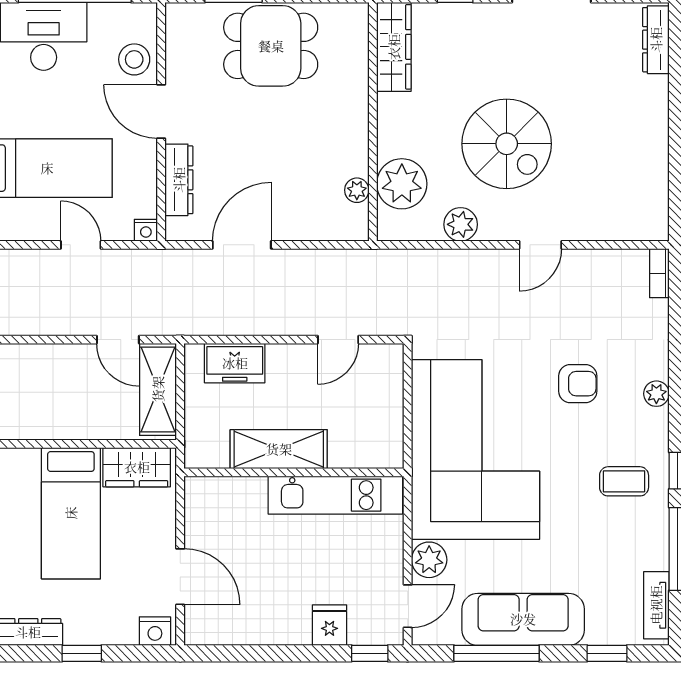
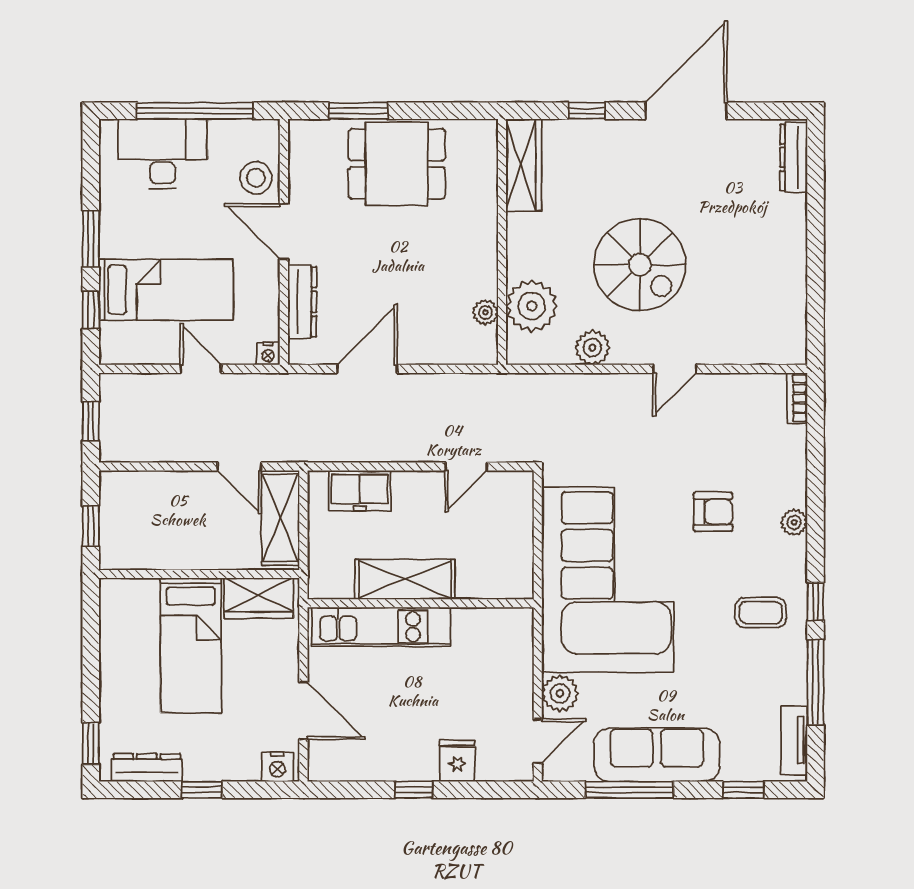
kitchen unit: (335, 495) -> (381, 627), moved
window: (370, 653) -> (414, 790), moved

